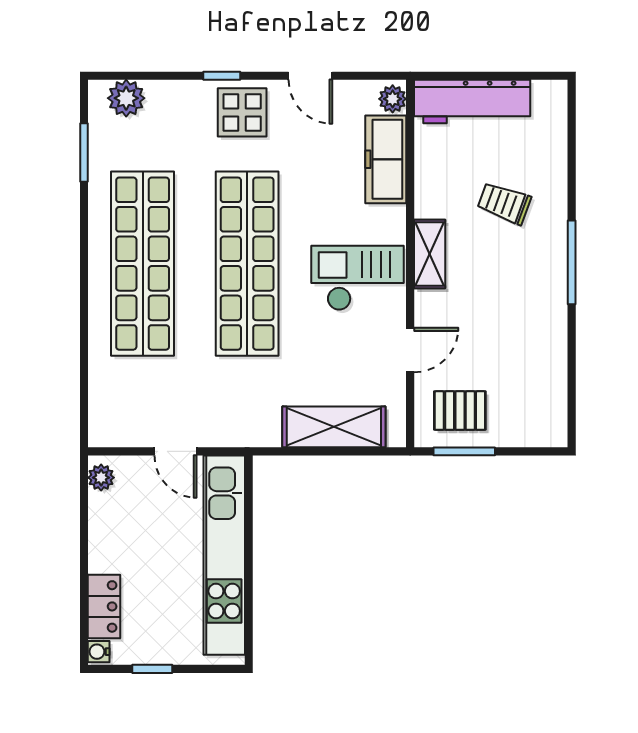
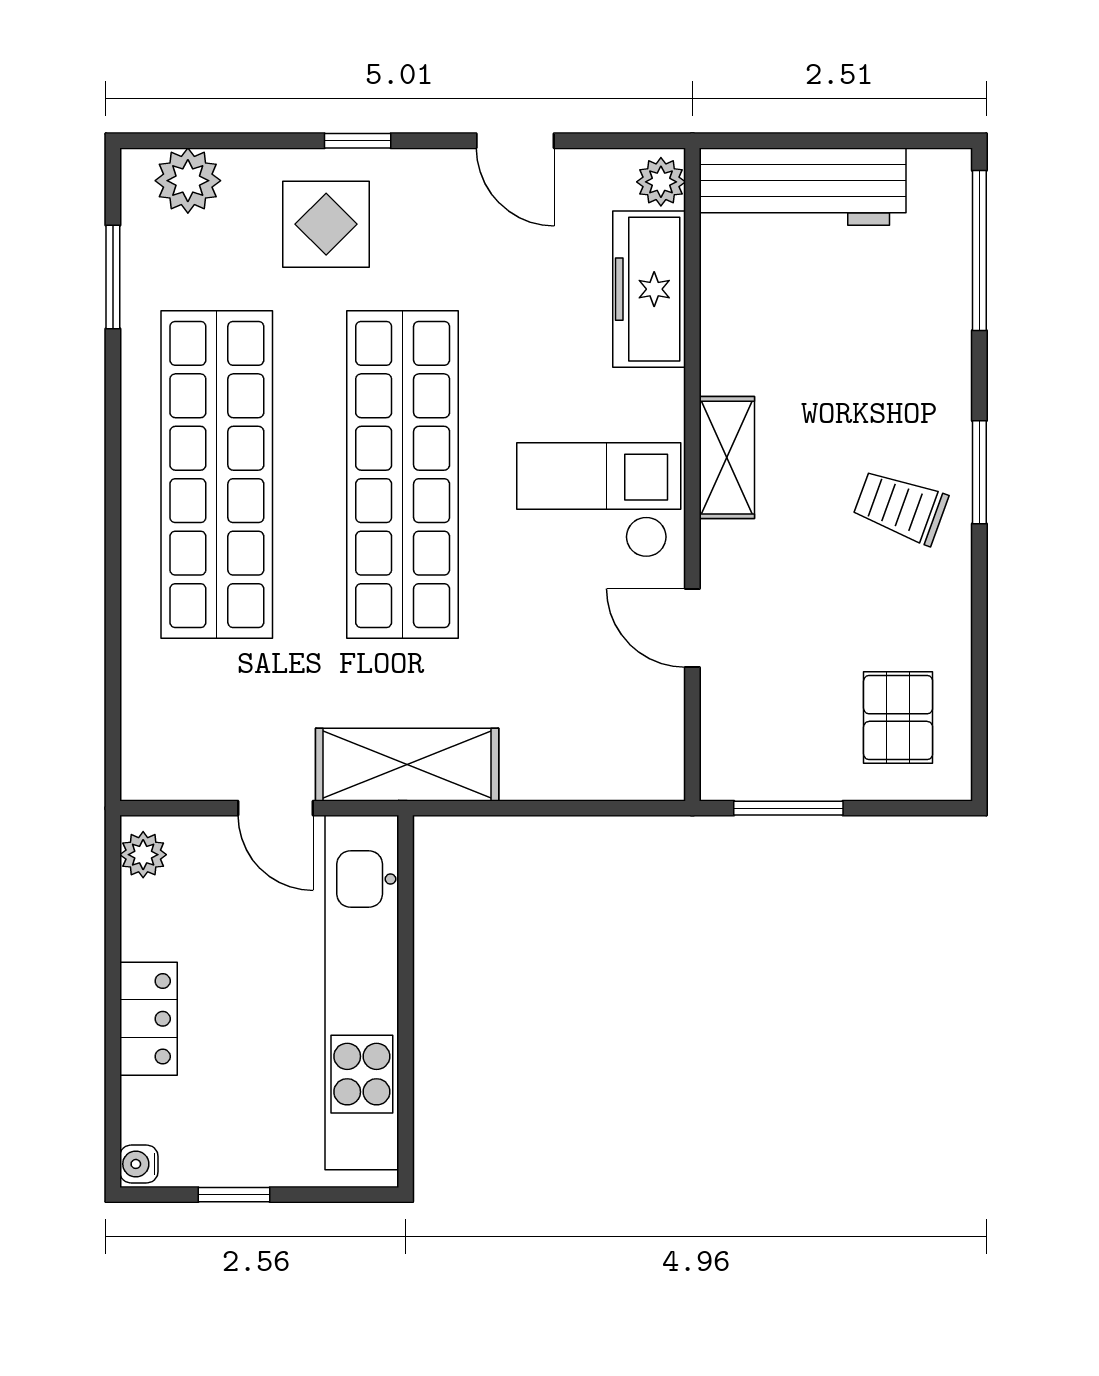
display table: (242, 112) -> (326, 224), moved
window: (572, 138) -> (979, 251), added
trolley: (504, 203) -> (901, 507), moved
window: (572, 262) -> (979, 472), width x0.69
door: (410, 350) -> (692, 628), swing flipped
pallet: (460, 411) -> (898, 718), moved, turned 90
shelving: (334, 427) -> (407, 765), moved
locker: (104, 606) -> (148, 1019), moved

